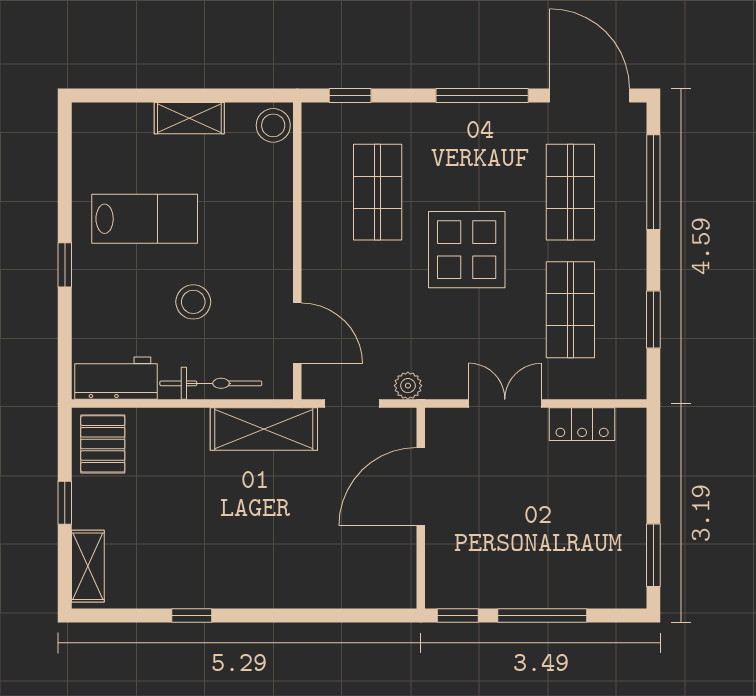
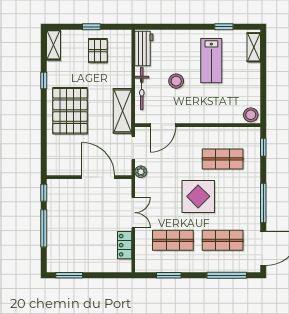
shelving: (189, 118) -> (254, 47), moved
window: (65, 265) -> (224, 27), moved
pallet: (103, 444) -> (98, 51), moved, turned 90
pallet: (263, 553) -> (70, 111), added
shelving: (88, 566) -> (54, 45), moved, turned 90

